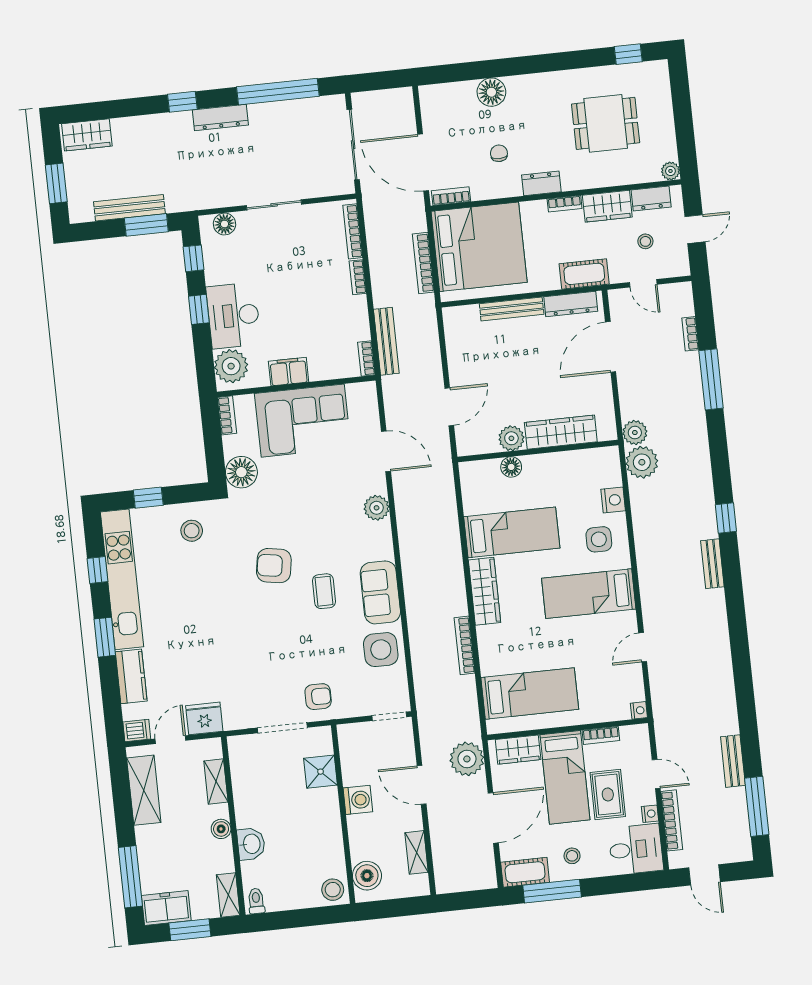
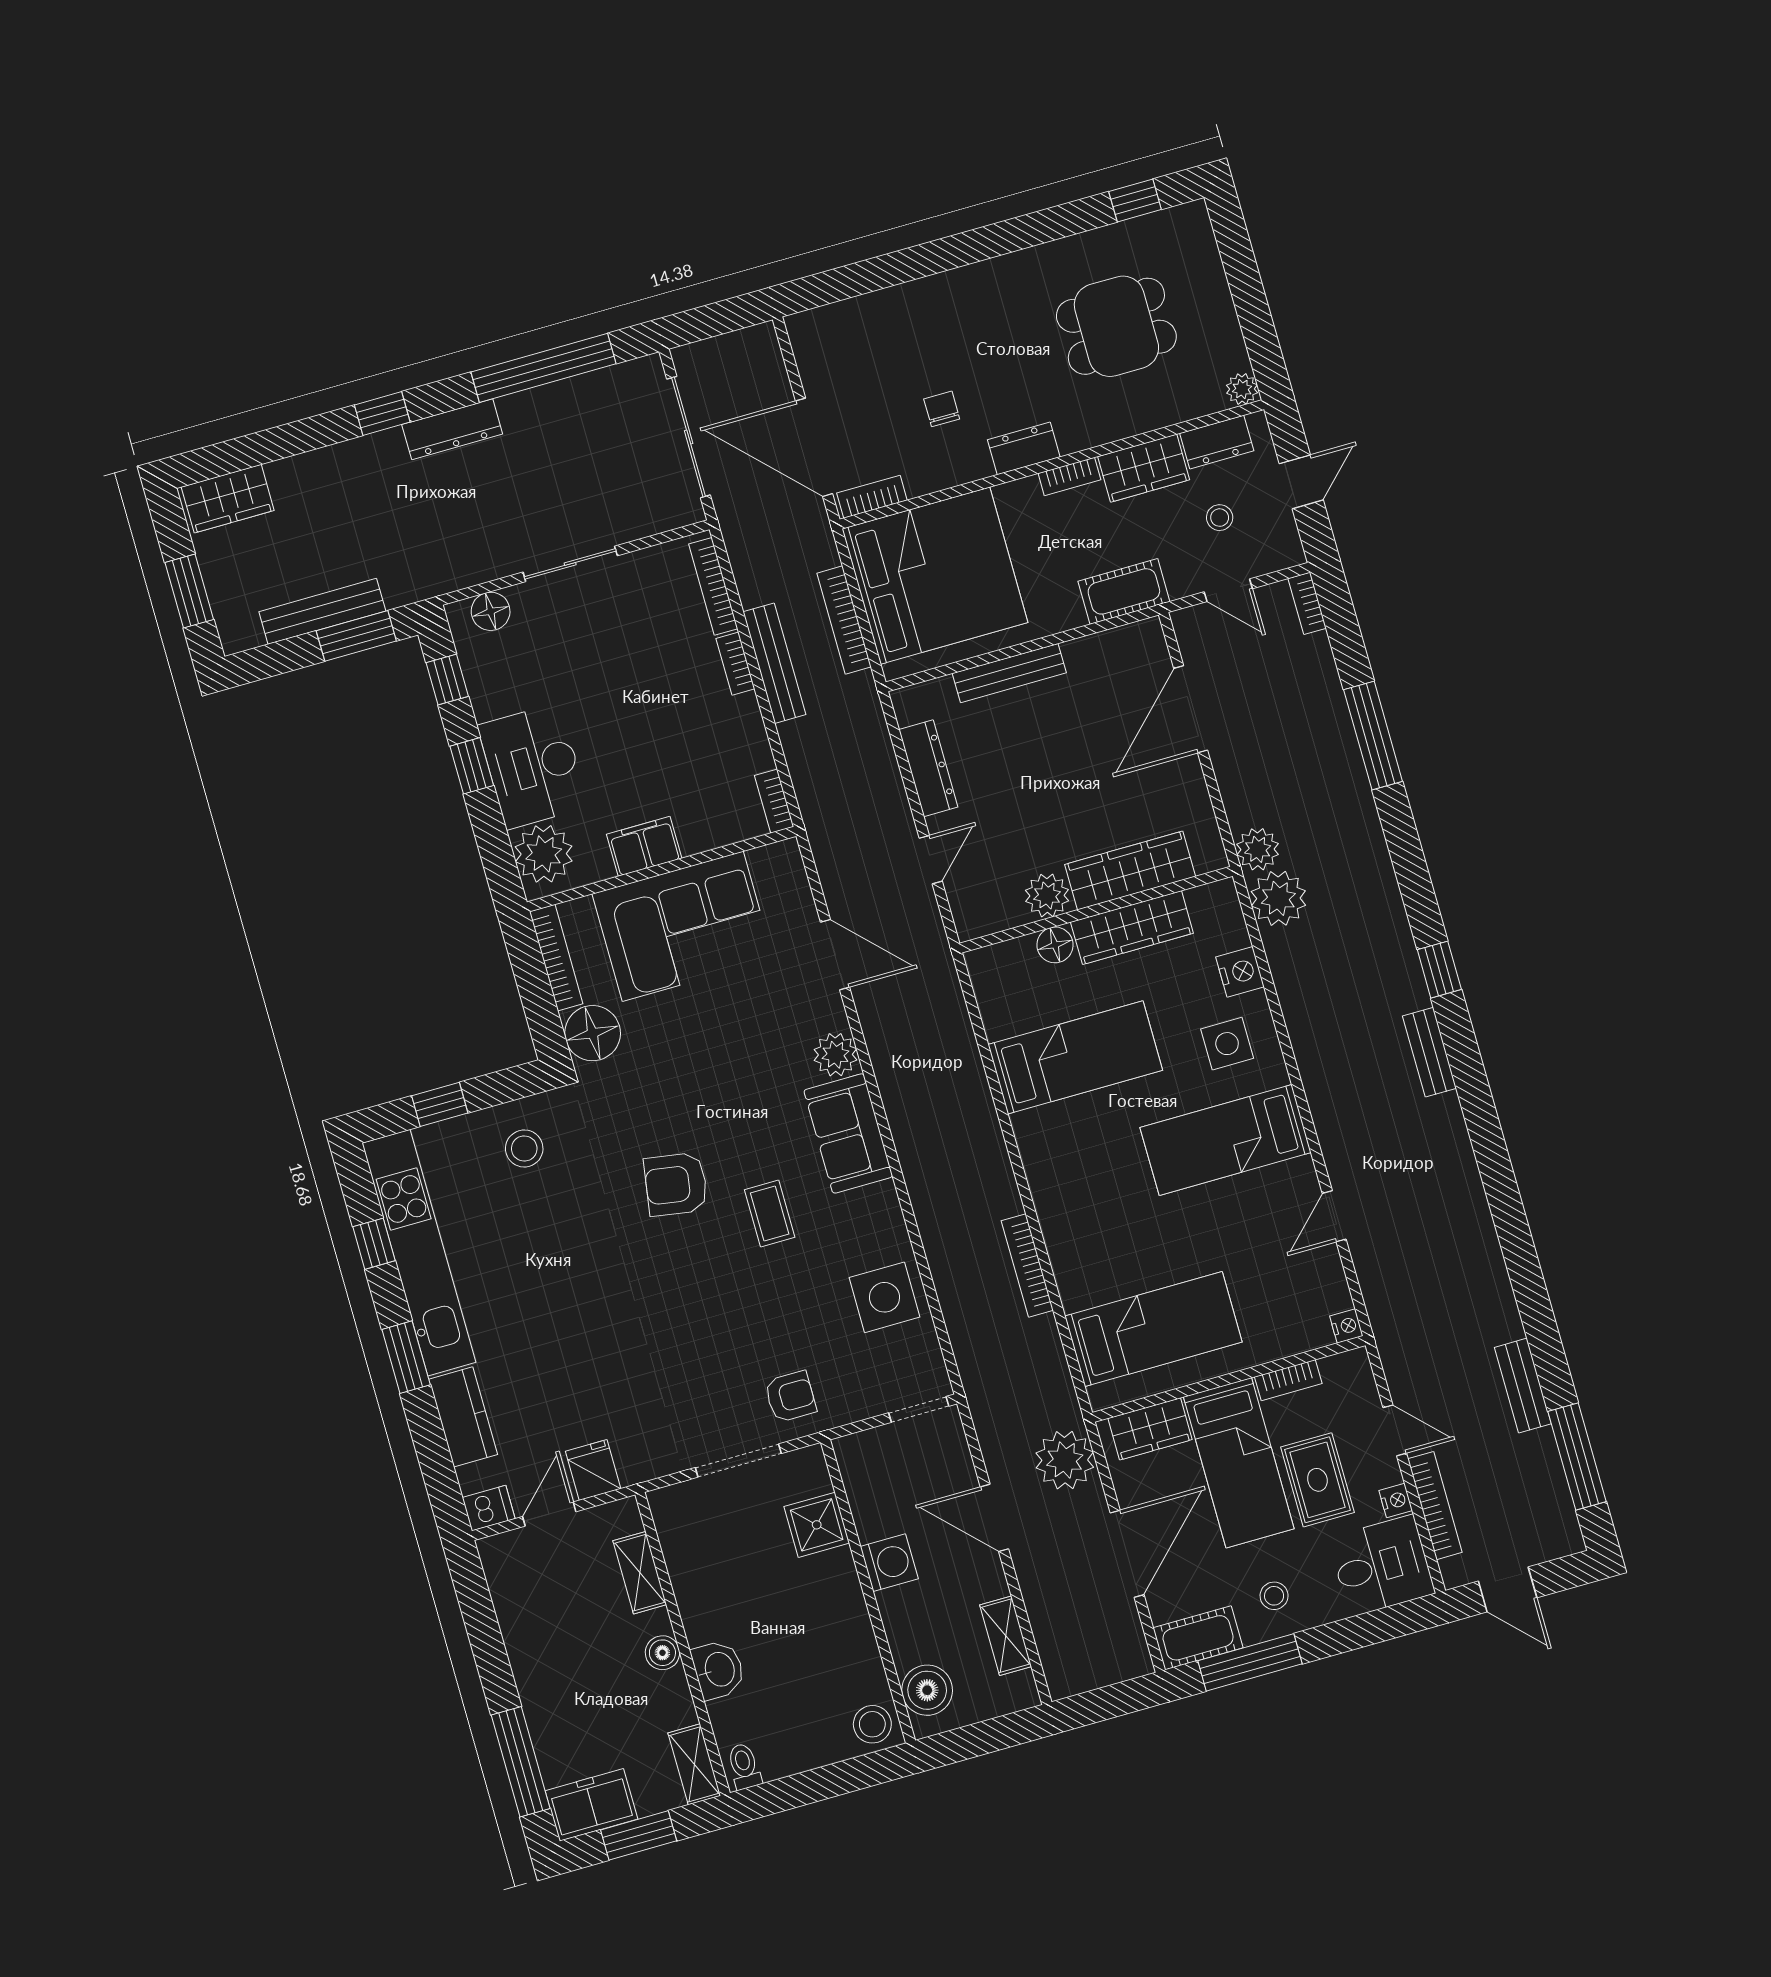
floor lamp: (491, 92) -> (911, 306), removed
dresser: (571, 304) -> (928, 768), moved, turned -90
bookcase: (690, 334) -> (1307, 603), moved
bench: (386, 341) -> (774, 663), moved
door: (449, 407) -> (931, 860), width x0.73
bookcase: (227, 415) -> (556, 958), width x1.56
wardrobe: (484, 591) -> (1132, 928), moved, turned 90
sofa: (380, 592) -> (848, 1133), moved
fridge: (204, 718) -> (593, 1470), width x0.72
shelving: (144, 790) -> (518, 1609), removed

